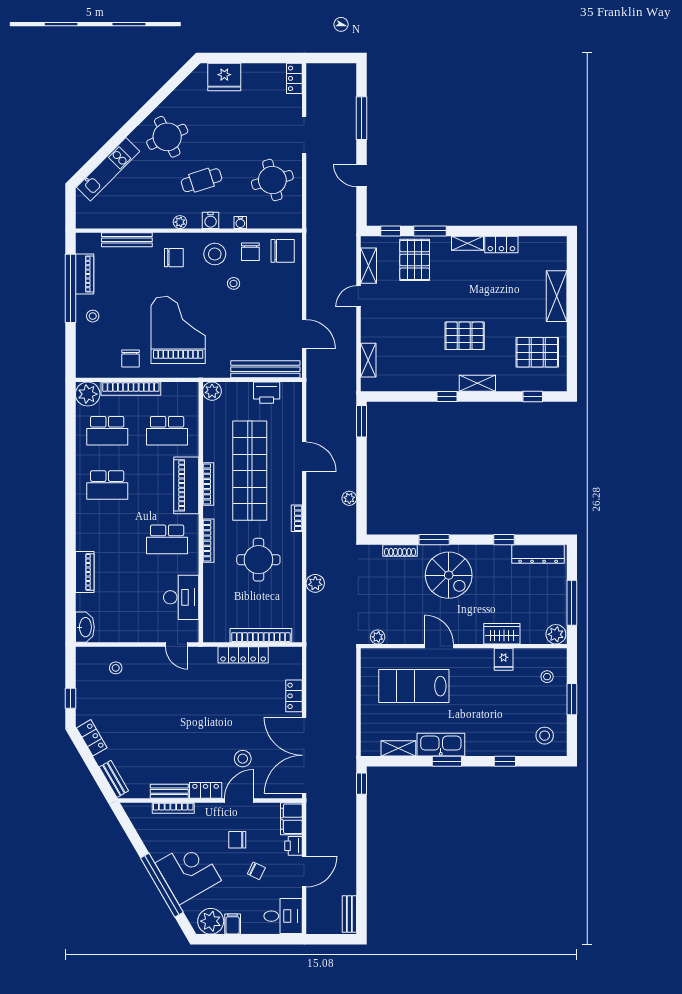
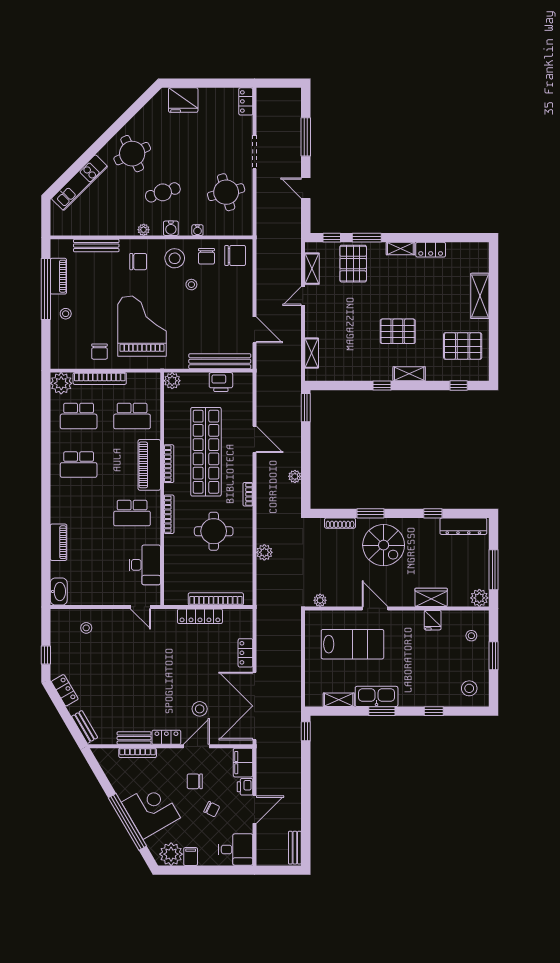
lab bench: (414, 686) -> (352, 644), turned 180

